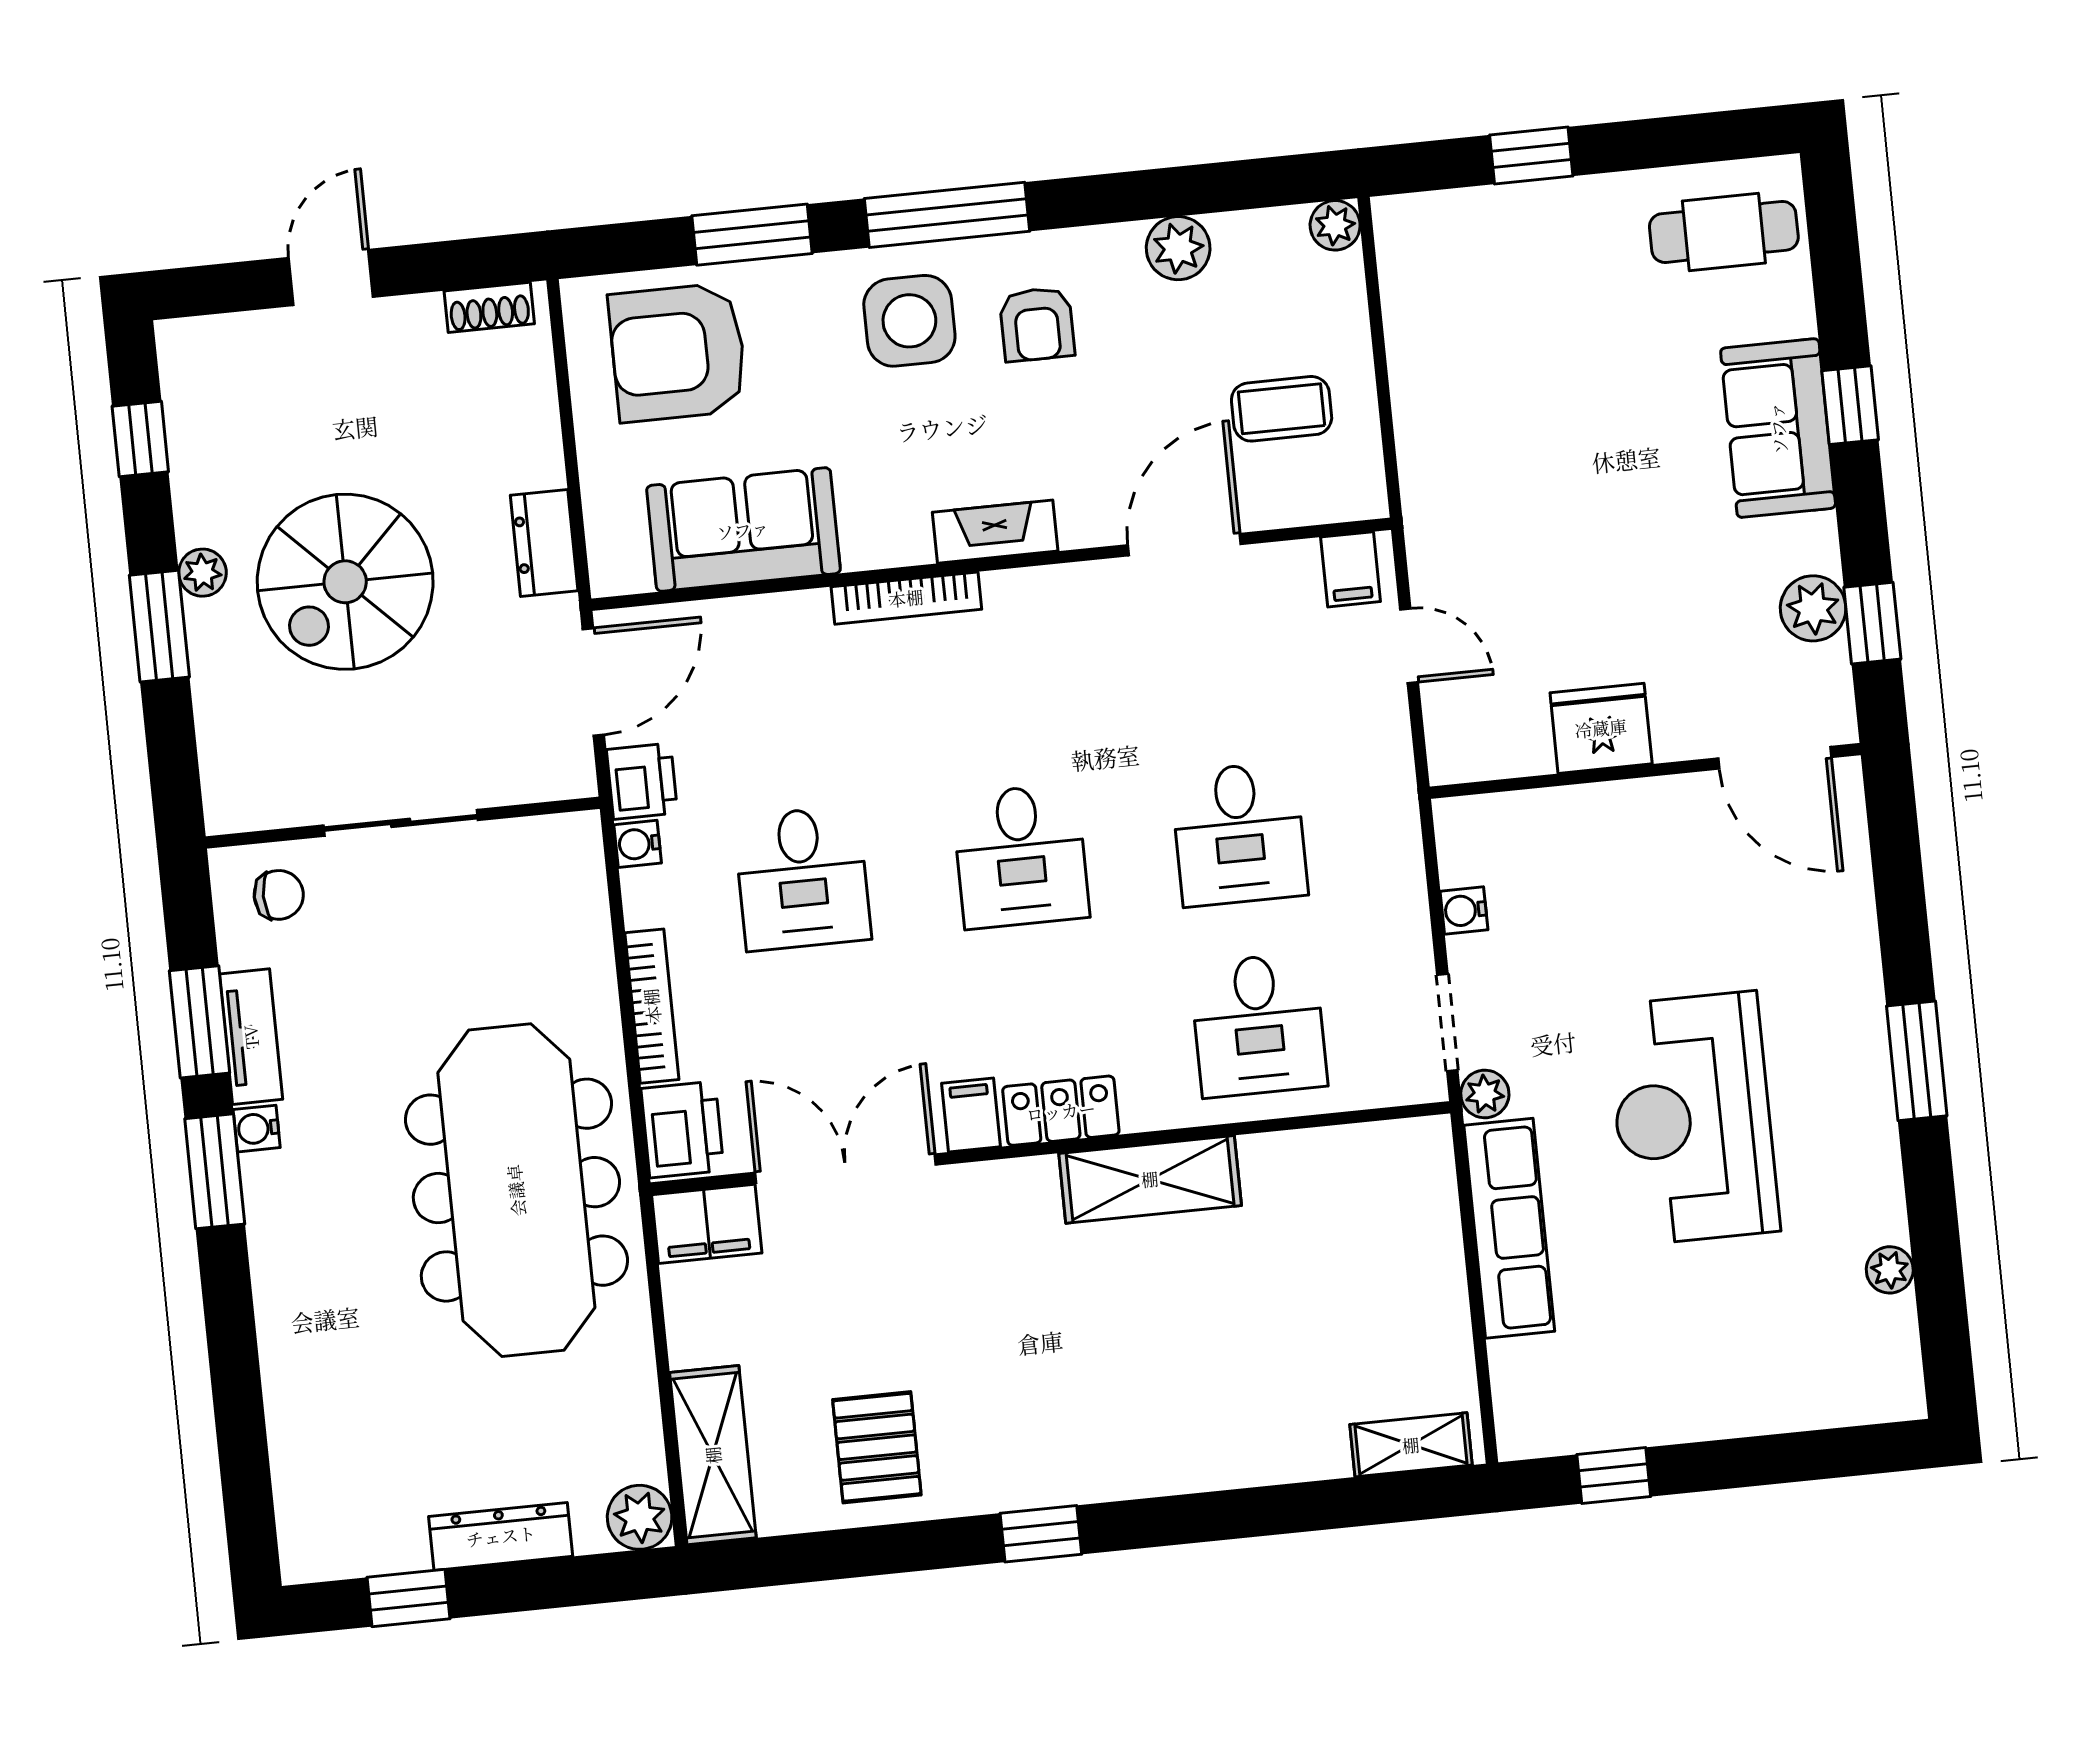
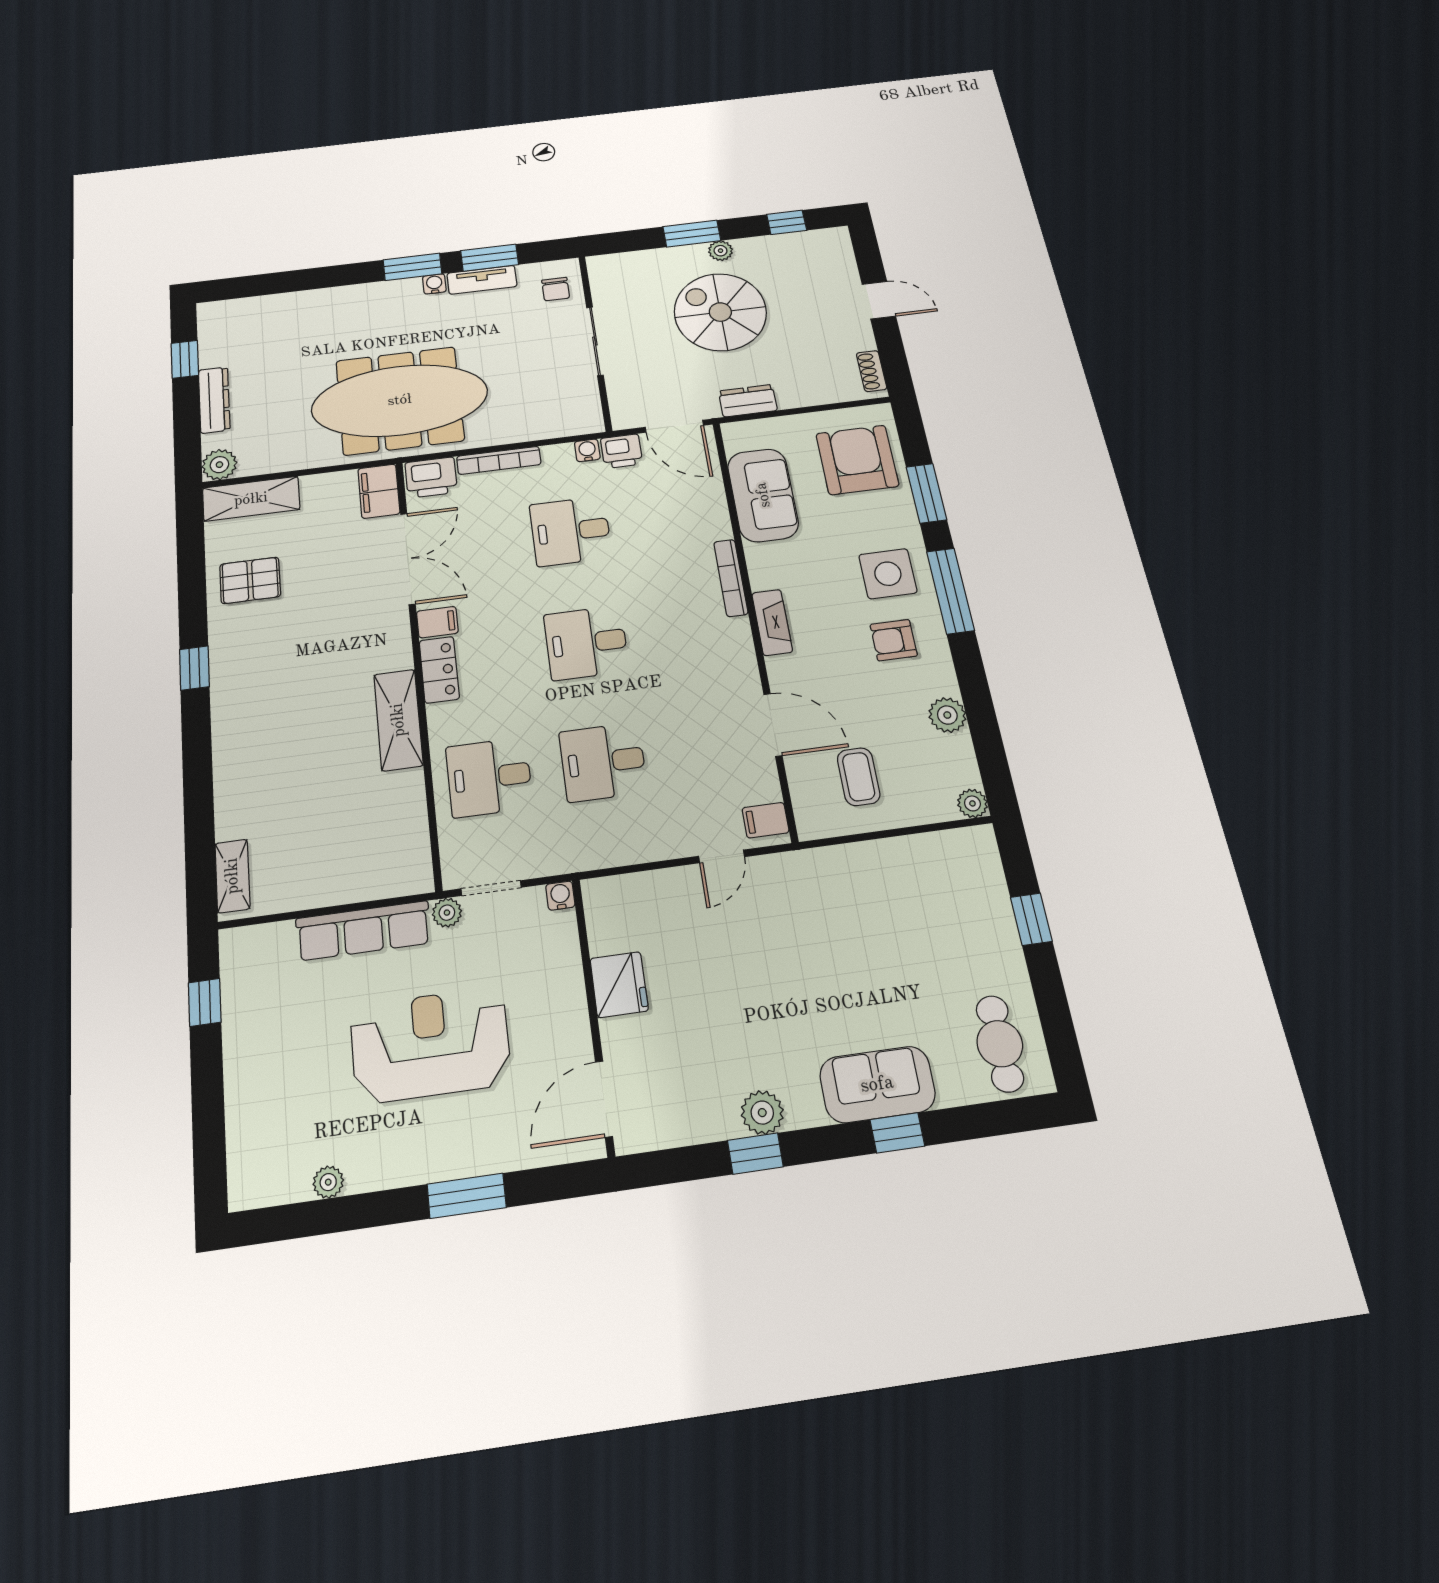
fridge: (1601, 728) -> (619, 985), moved
door: (1775, 758) -> (604, 1099), moved
wall: (1645, 771) -> (593, 1014), moved

